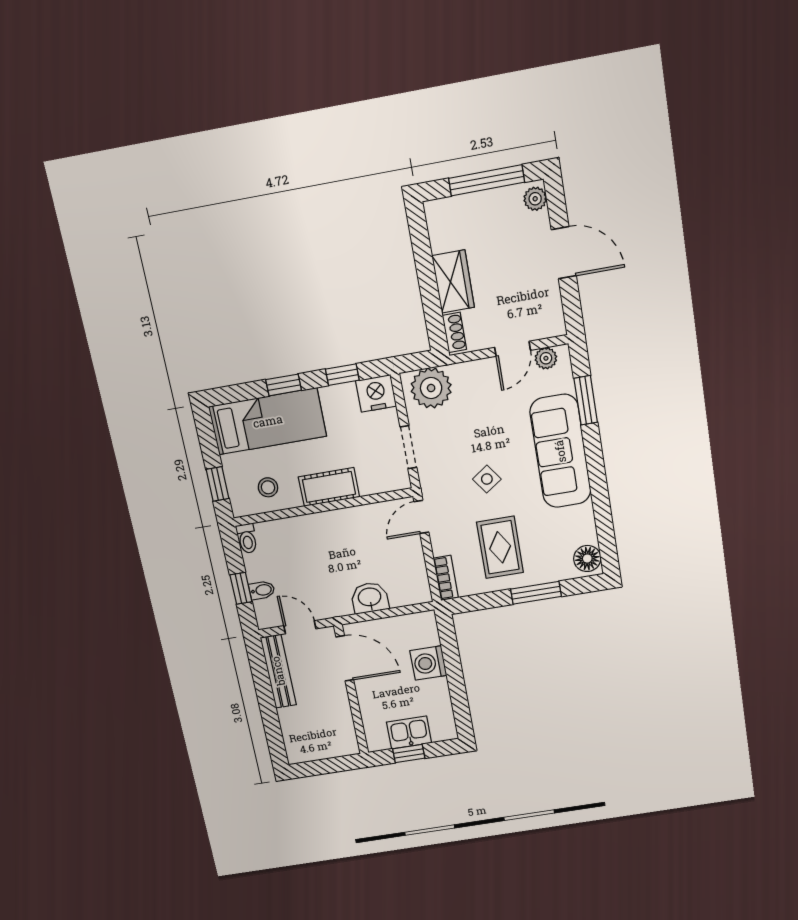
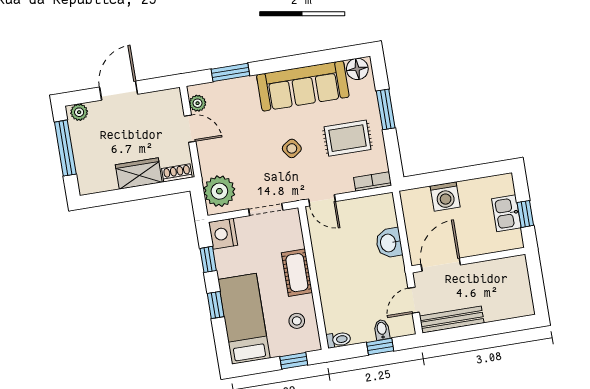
sofa: (560, 451) -> (303, 86), moved

